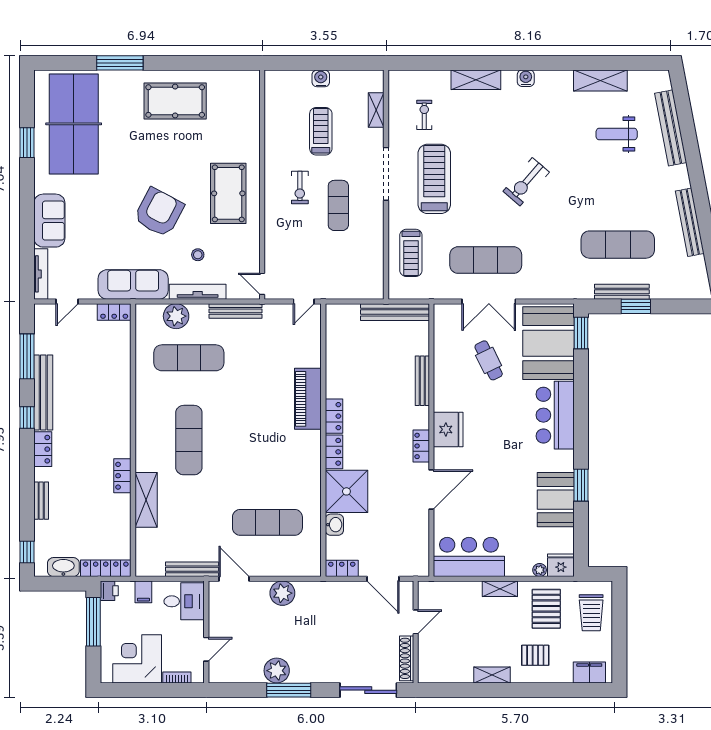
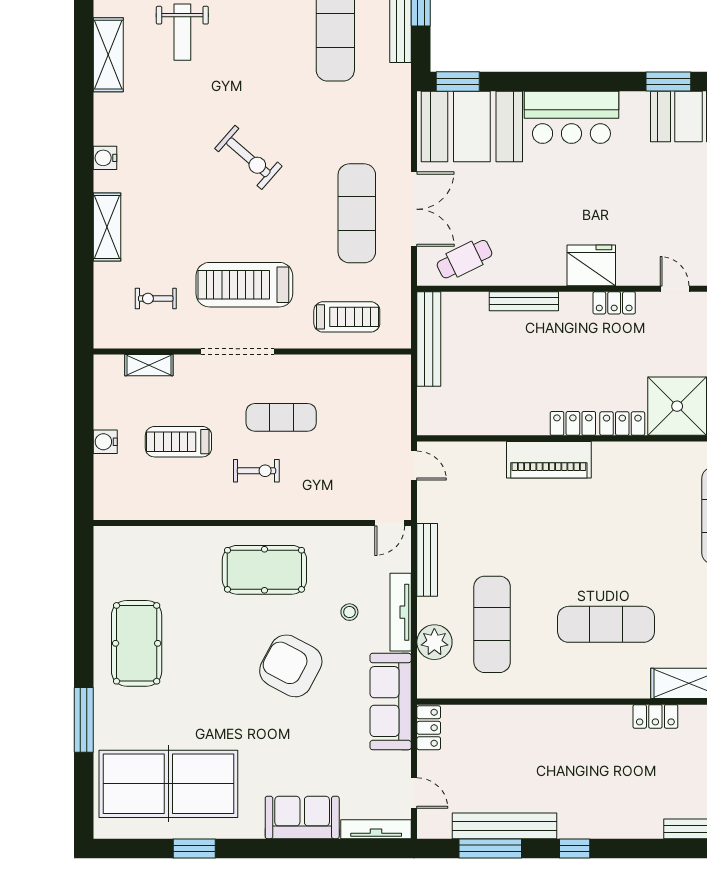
cafe table: (489, 360) -> (465, 259), moved
bench: (43, 393) -> (505, 826), moved
locker: (43, 449) -> (619, 827), removed
door: (431, 490) -> (675, 289), width x0.53

